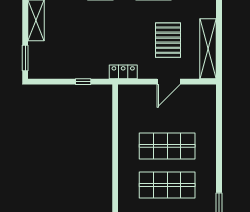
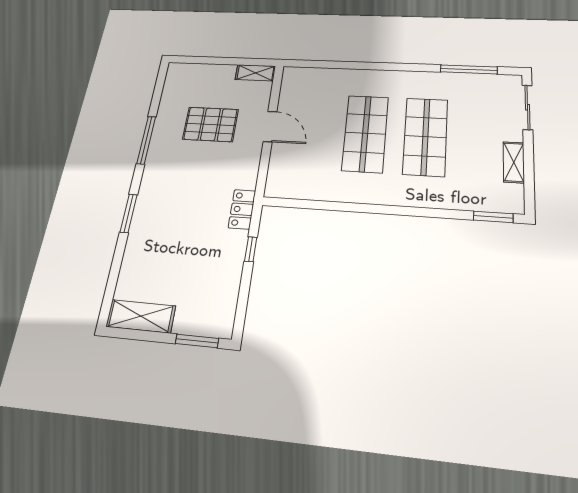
shelving: (208, 49) -> (255, 73), width x0.45, depth x0.75
locker: (123, 72) -> (242, 209), moved

